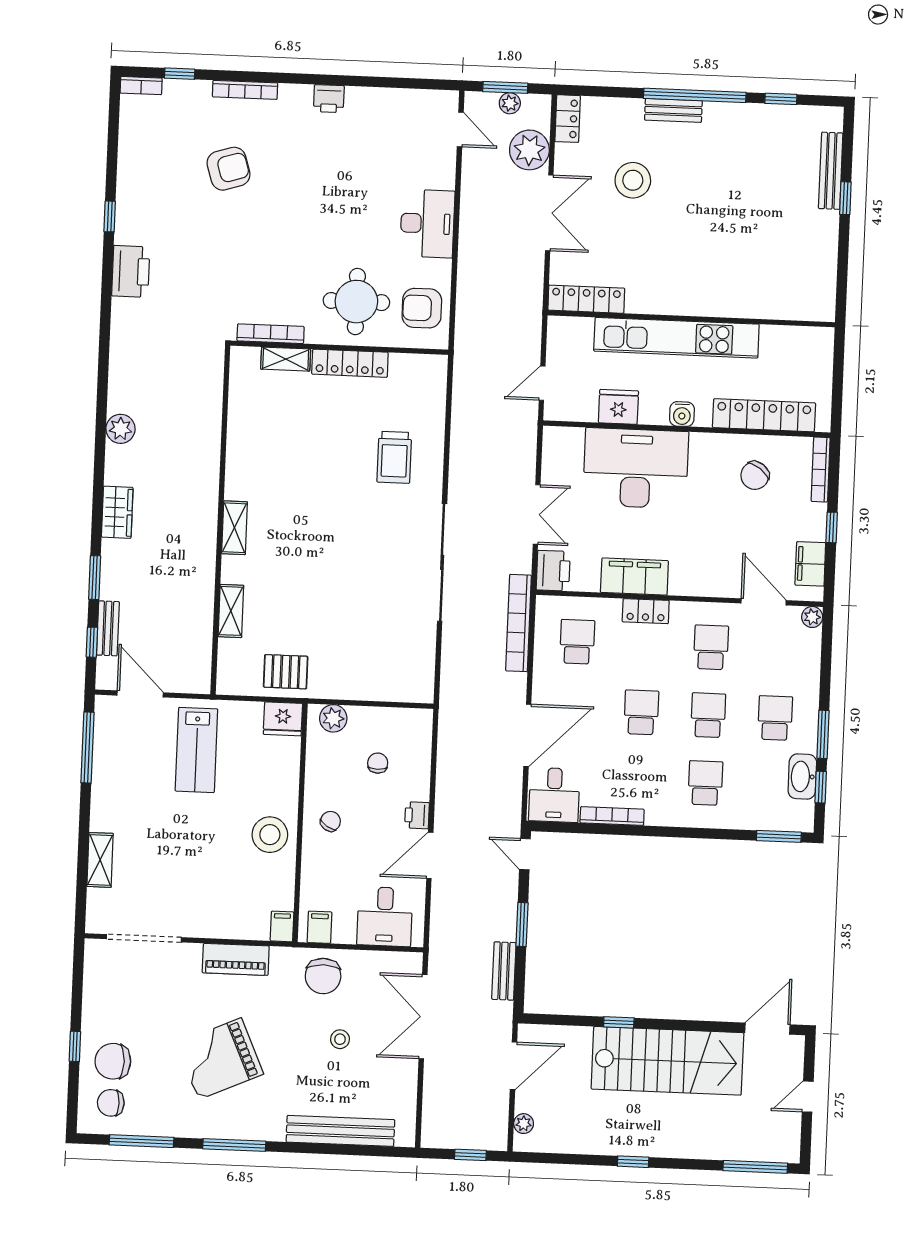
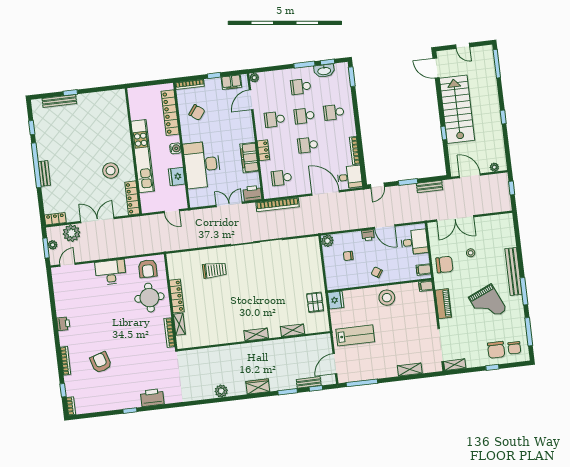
stool: (633, 180) -> (111, 171), moved
plant: (333, 718) -> (327, 241), moved
shelving: (94, 963) -> (455, 365), added
bench: (340, 1131) -> (513, 272), moved

